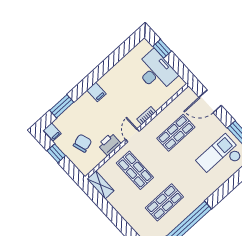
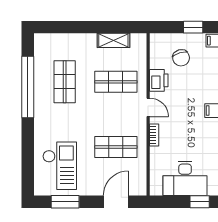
shop shelf: (176, 133) -> (116, 147), turned 90
shelving: (100, 185) -> (113, 40), moved

